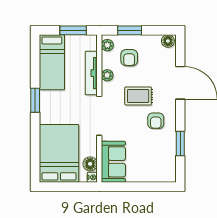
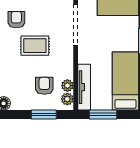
tv unit: (91, 73) -> (84, 87), moved
plant: (107, 75) -> (67, 86), moved

